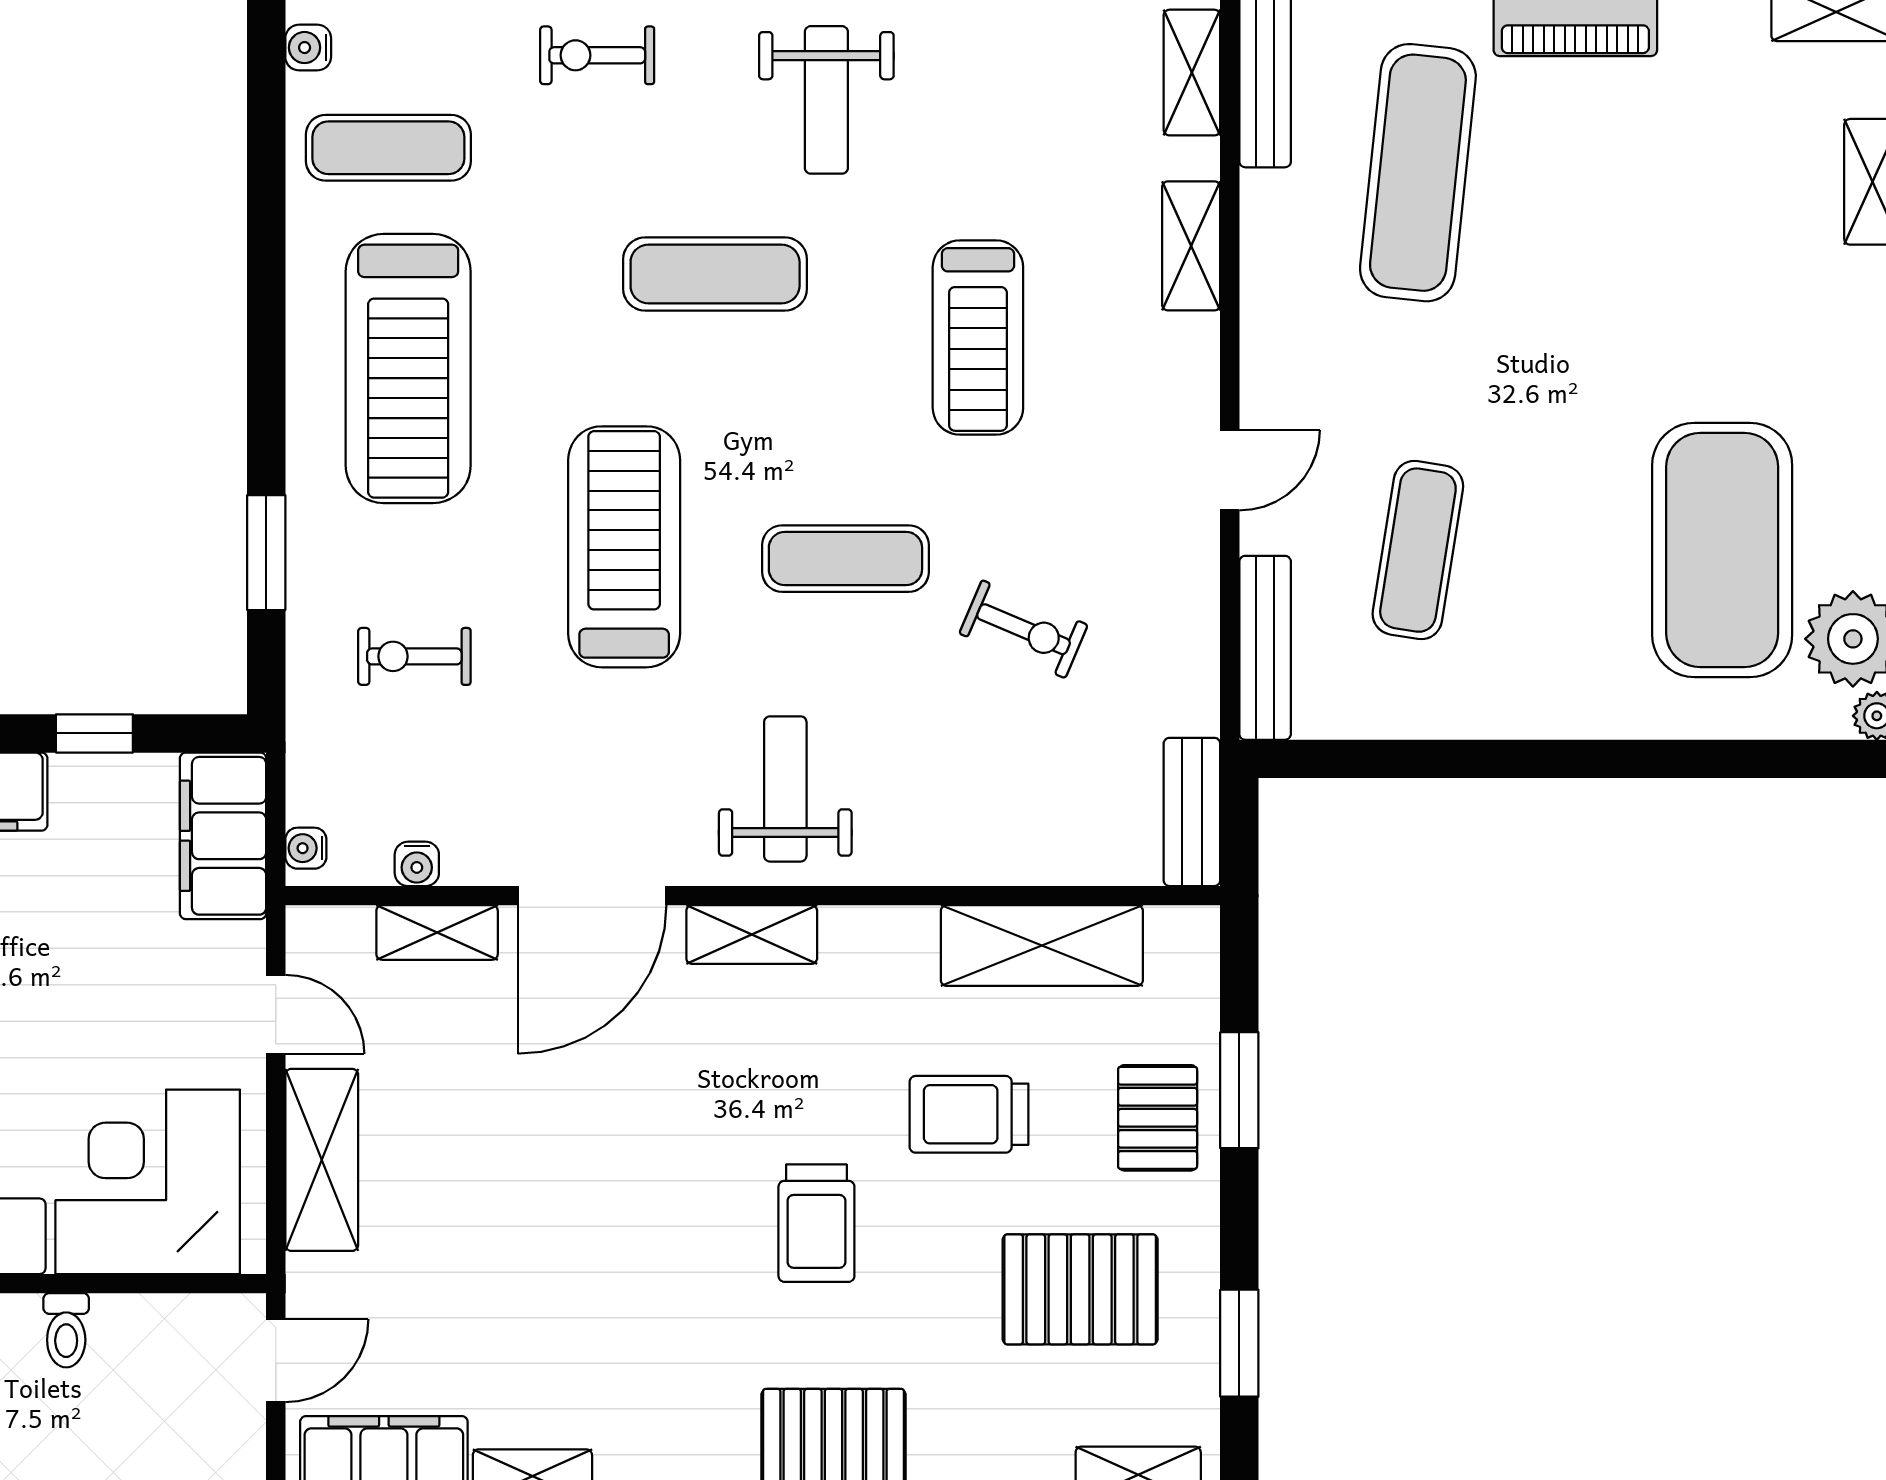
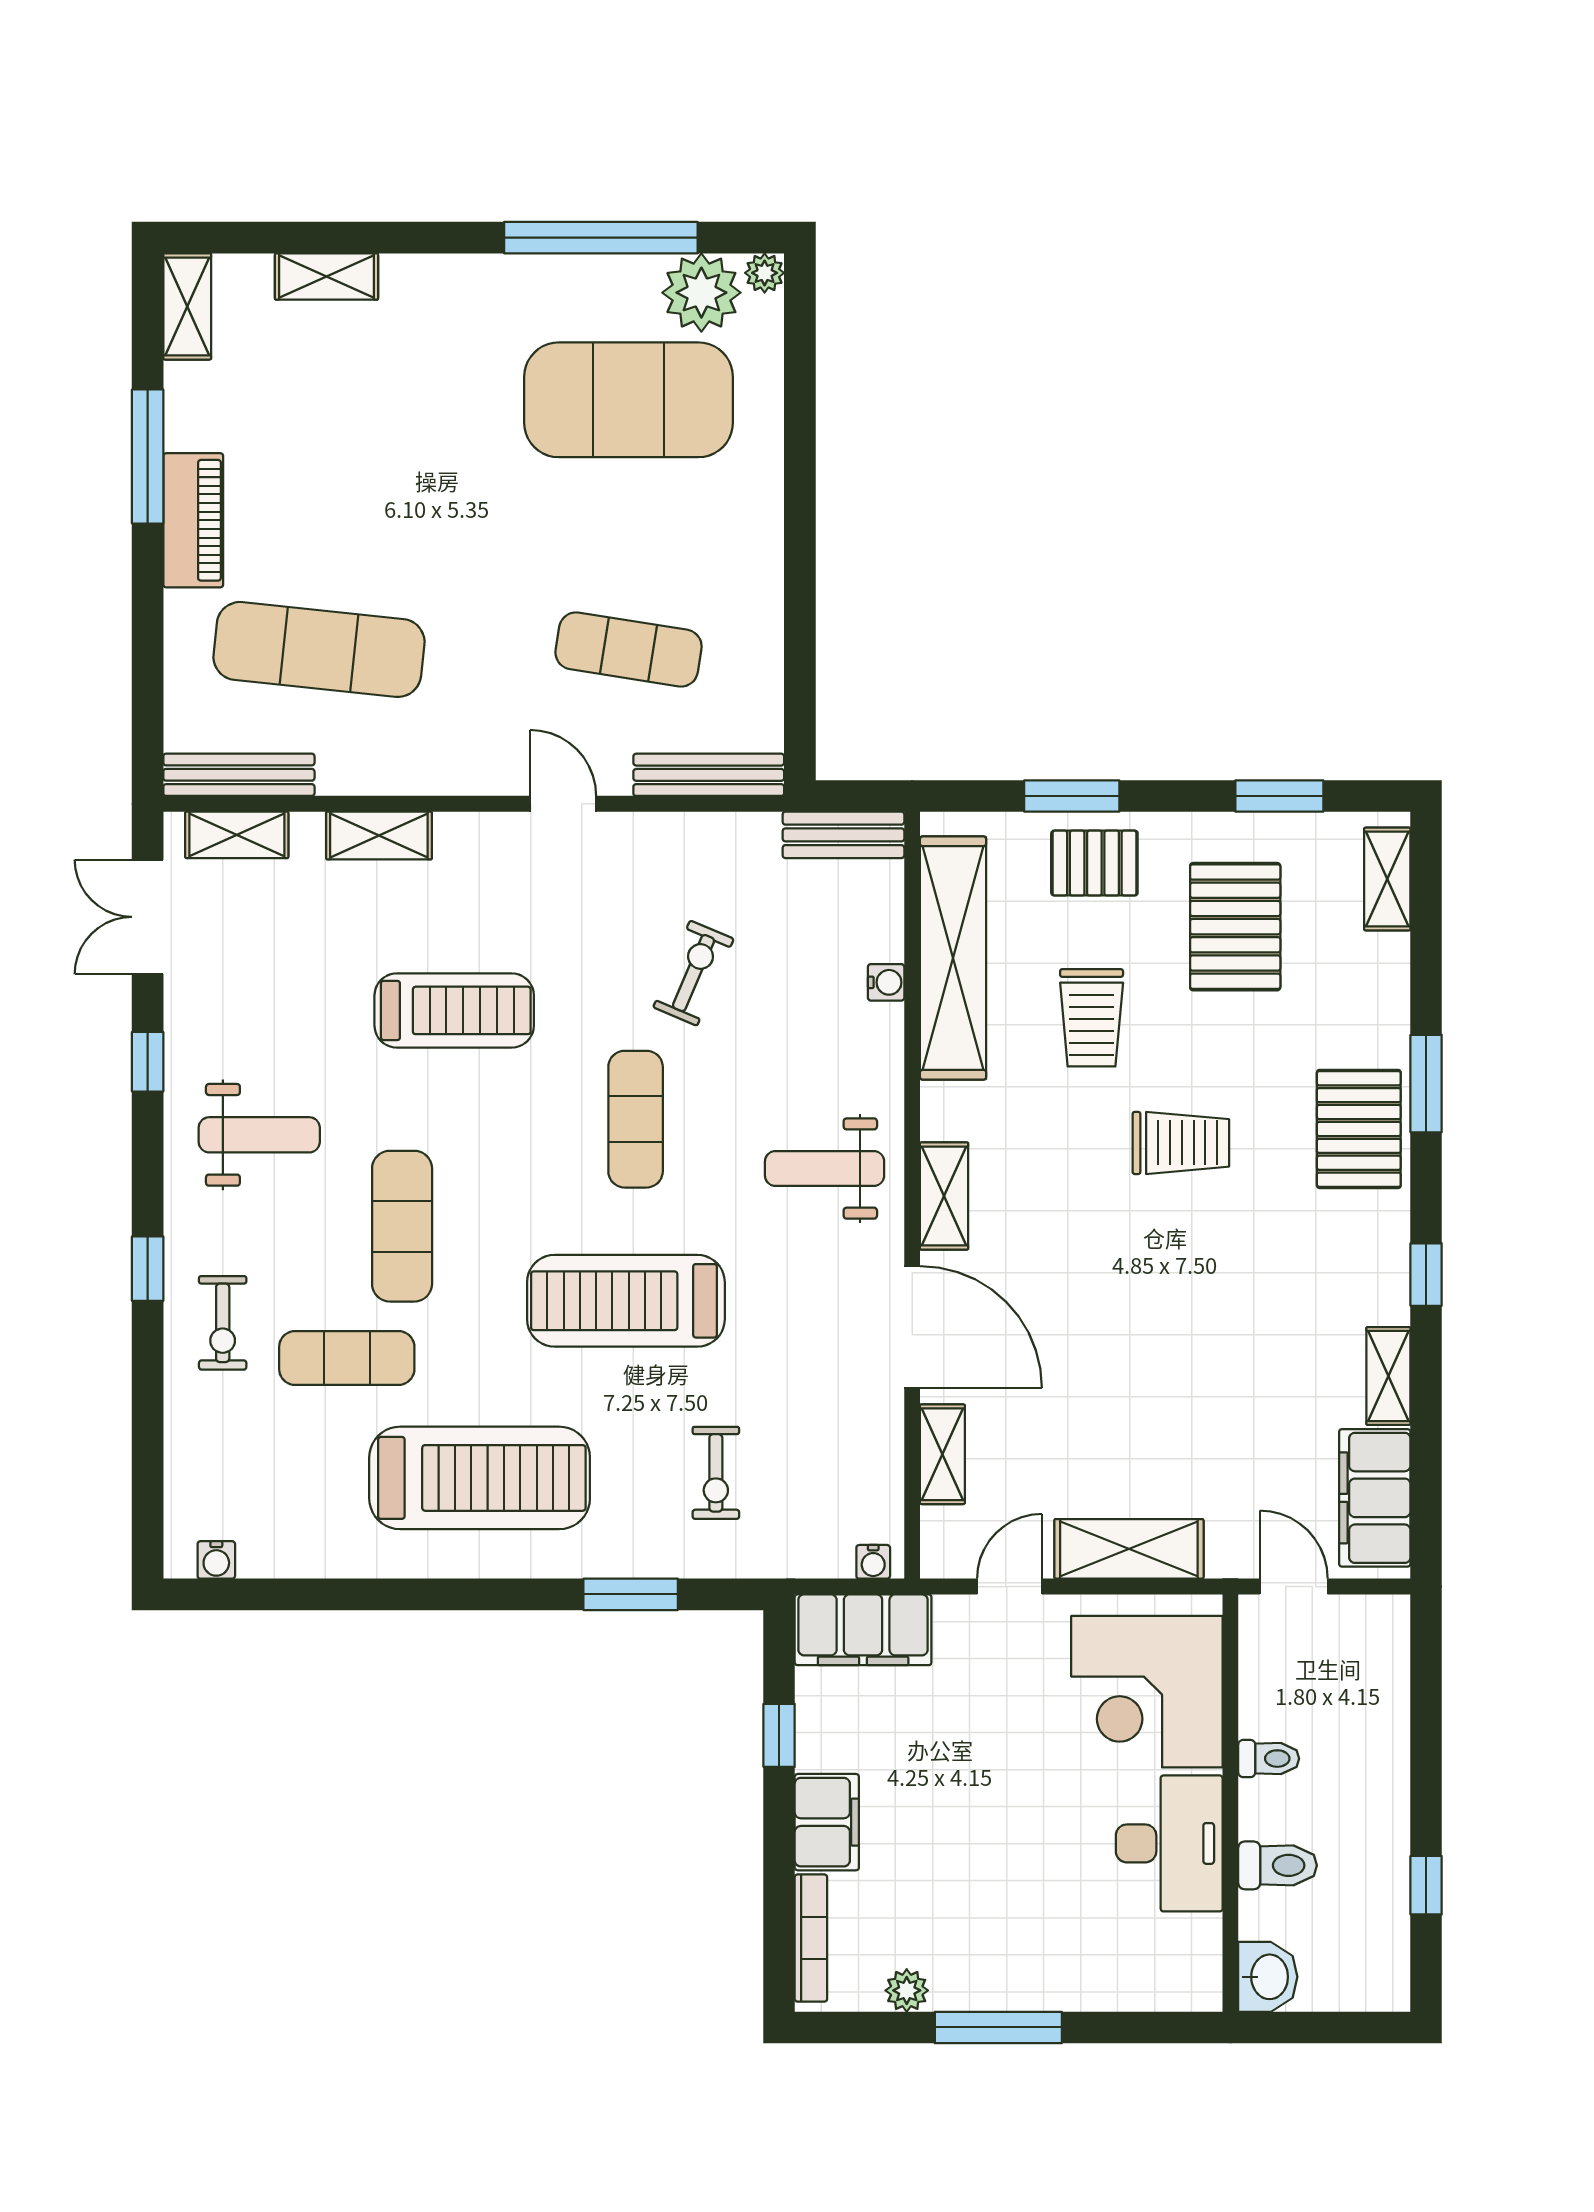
exercise mat: (388, 148) -> (347, 1358), moved, turned 90
water cooler: (417, 864) -> (886, 982), moved
shelving: (1042, 946) -> (953, 958), width x1.47

